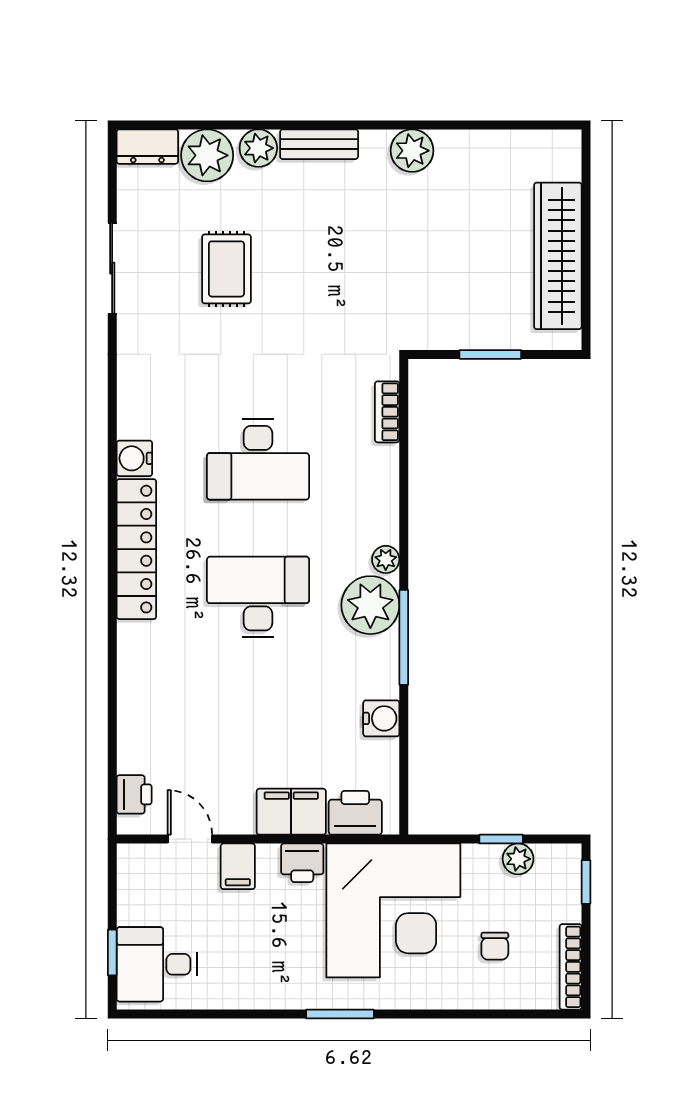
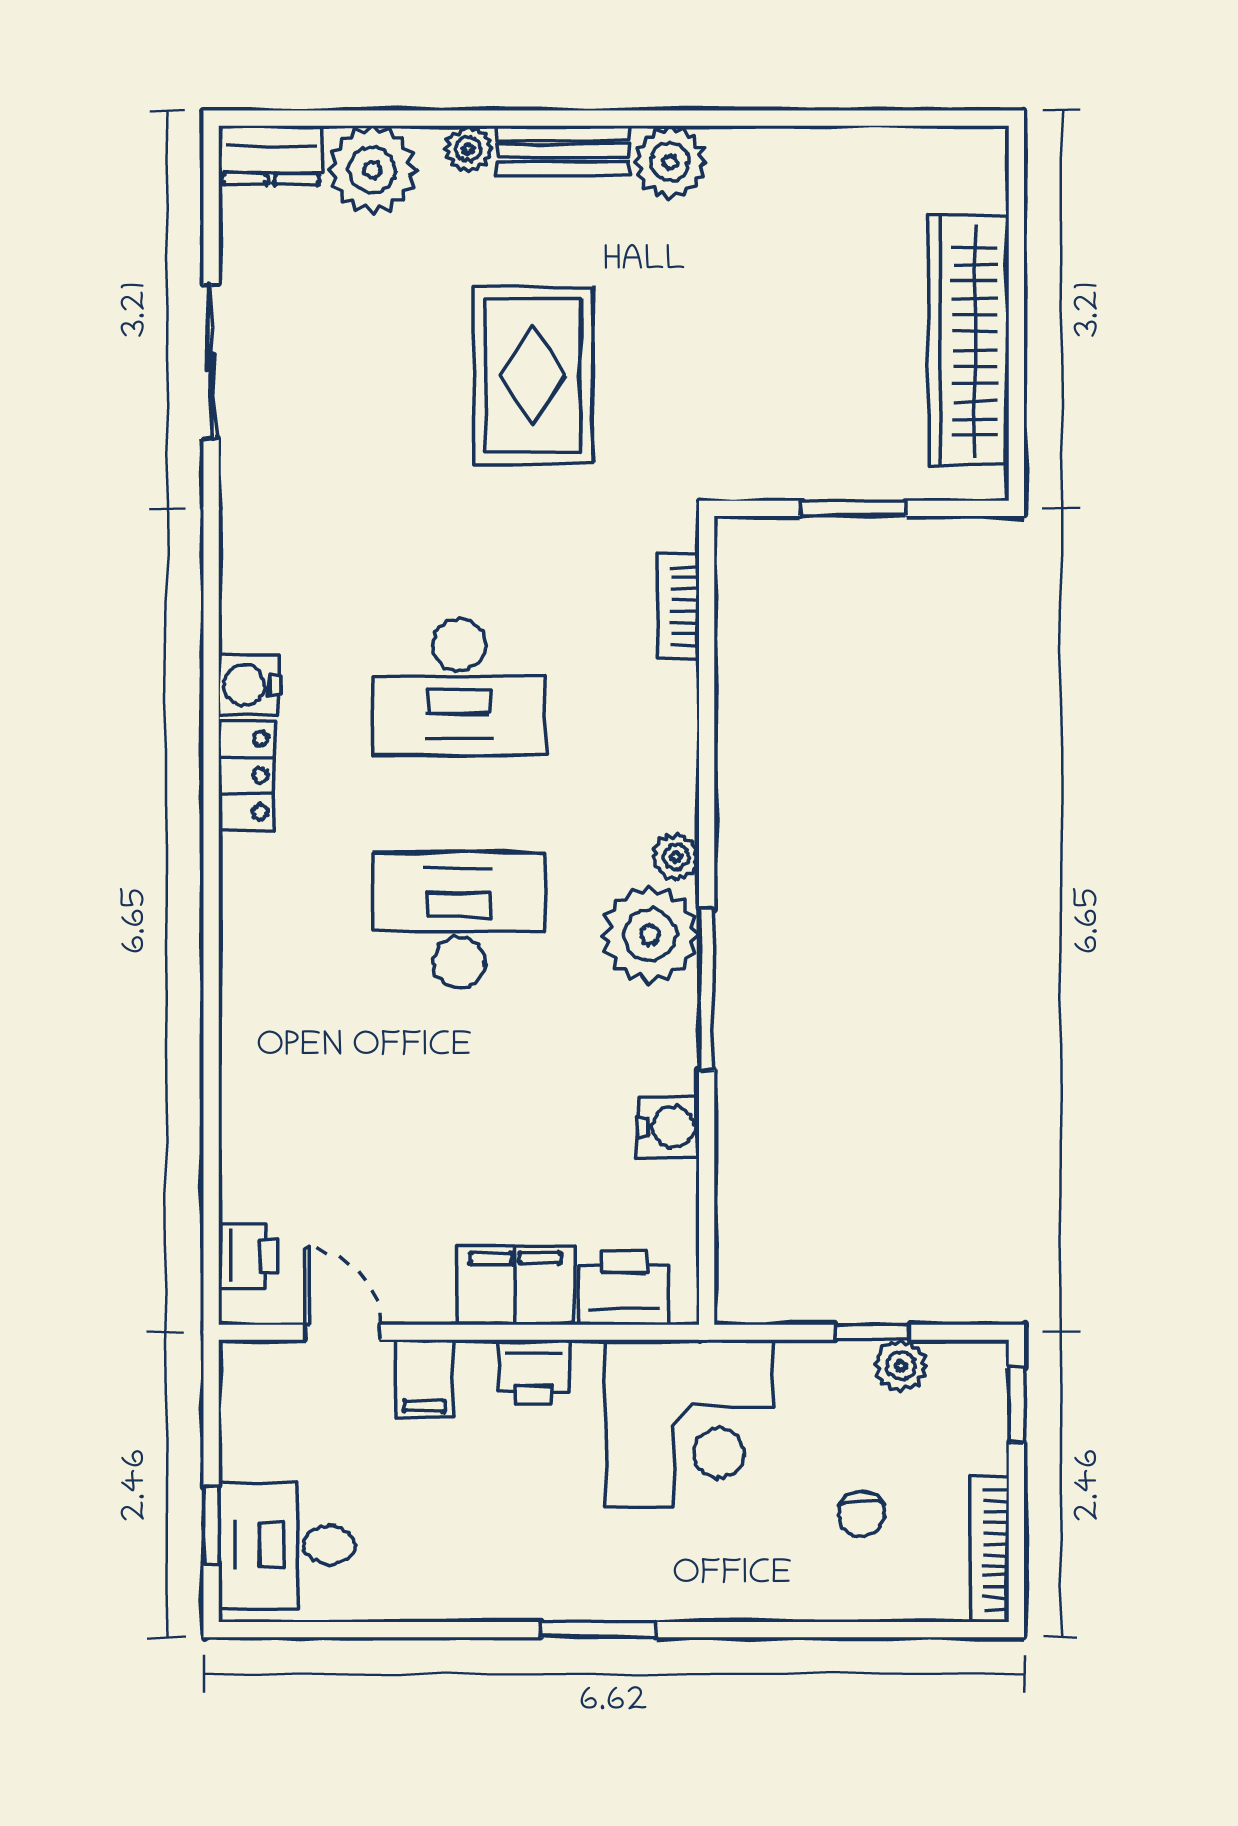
plant: (258, 148) -> (468, 149), width x0.73, depth x0.73
plant: (412, 151) -> (670, 162), moved
rug: (226, 269) -> (533, 375), moved, width x1.36, depth x1.43
locker: (136, 549) -> (246, 775), width x0.46, depth x0.83
corner desk: (393, 910) -> (689, 1423), width x0.74, depth x0.74

